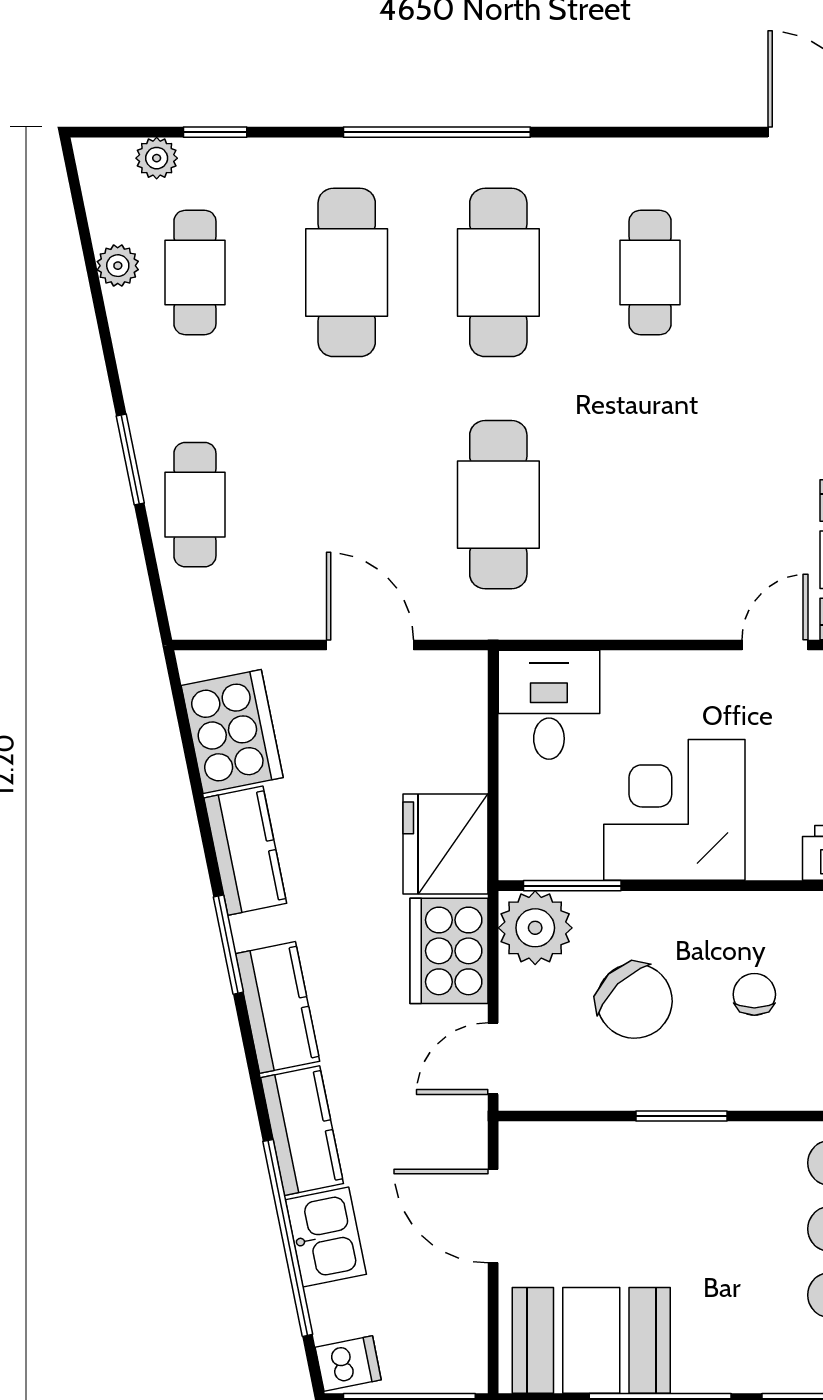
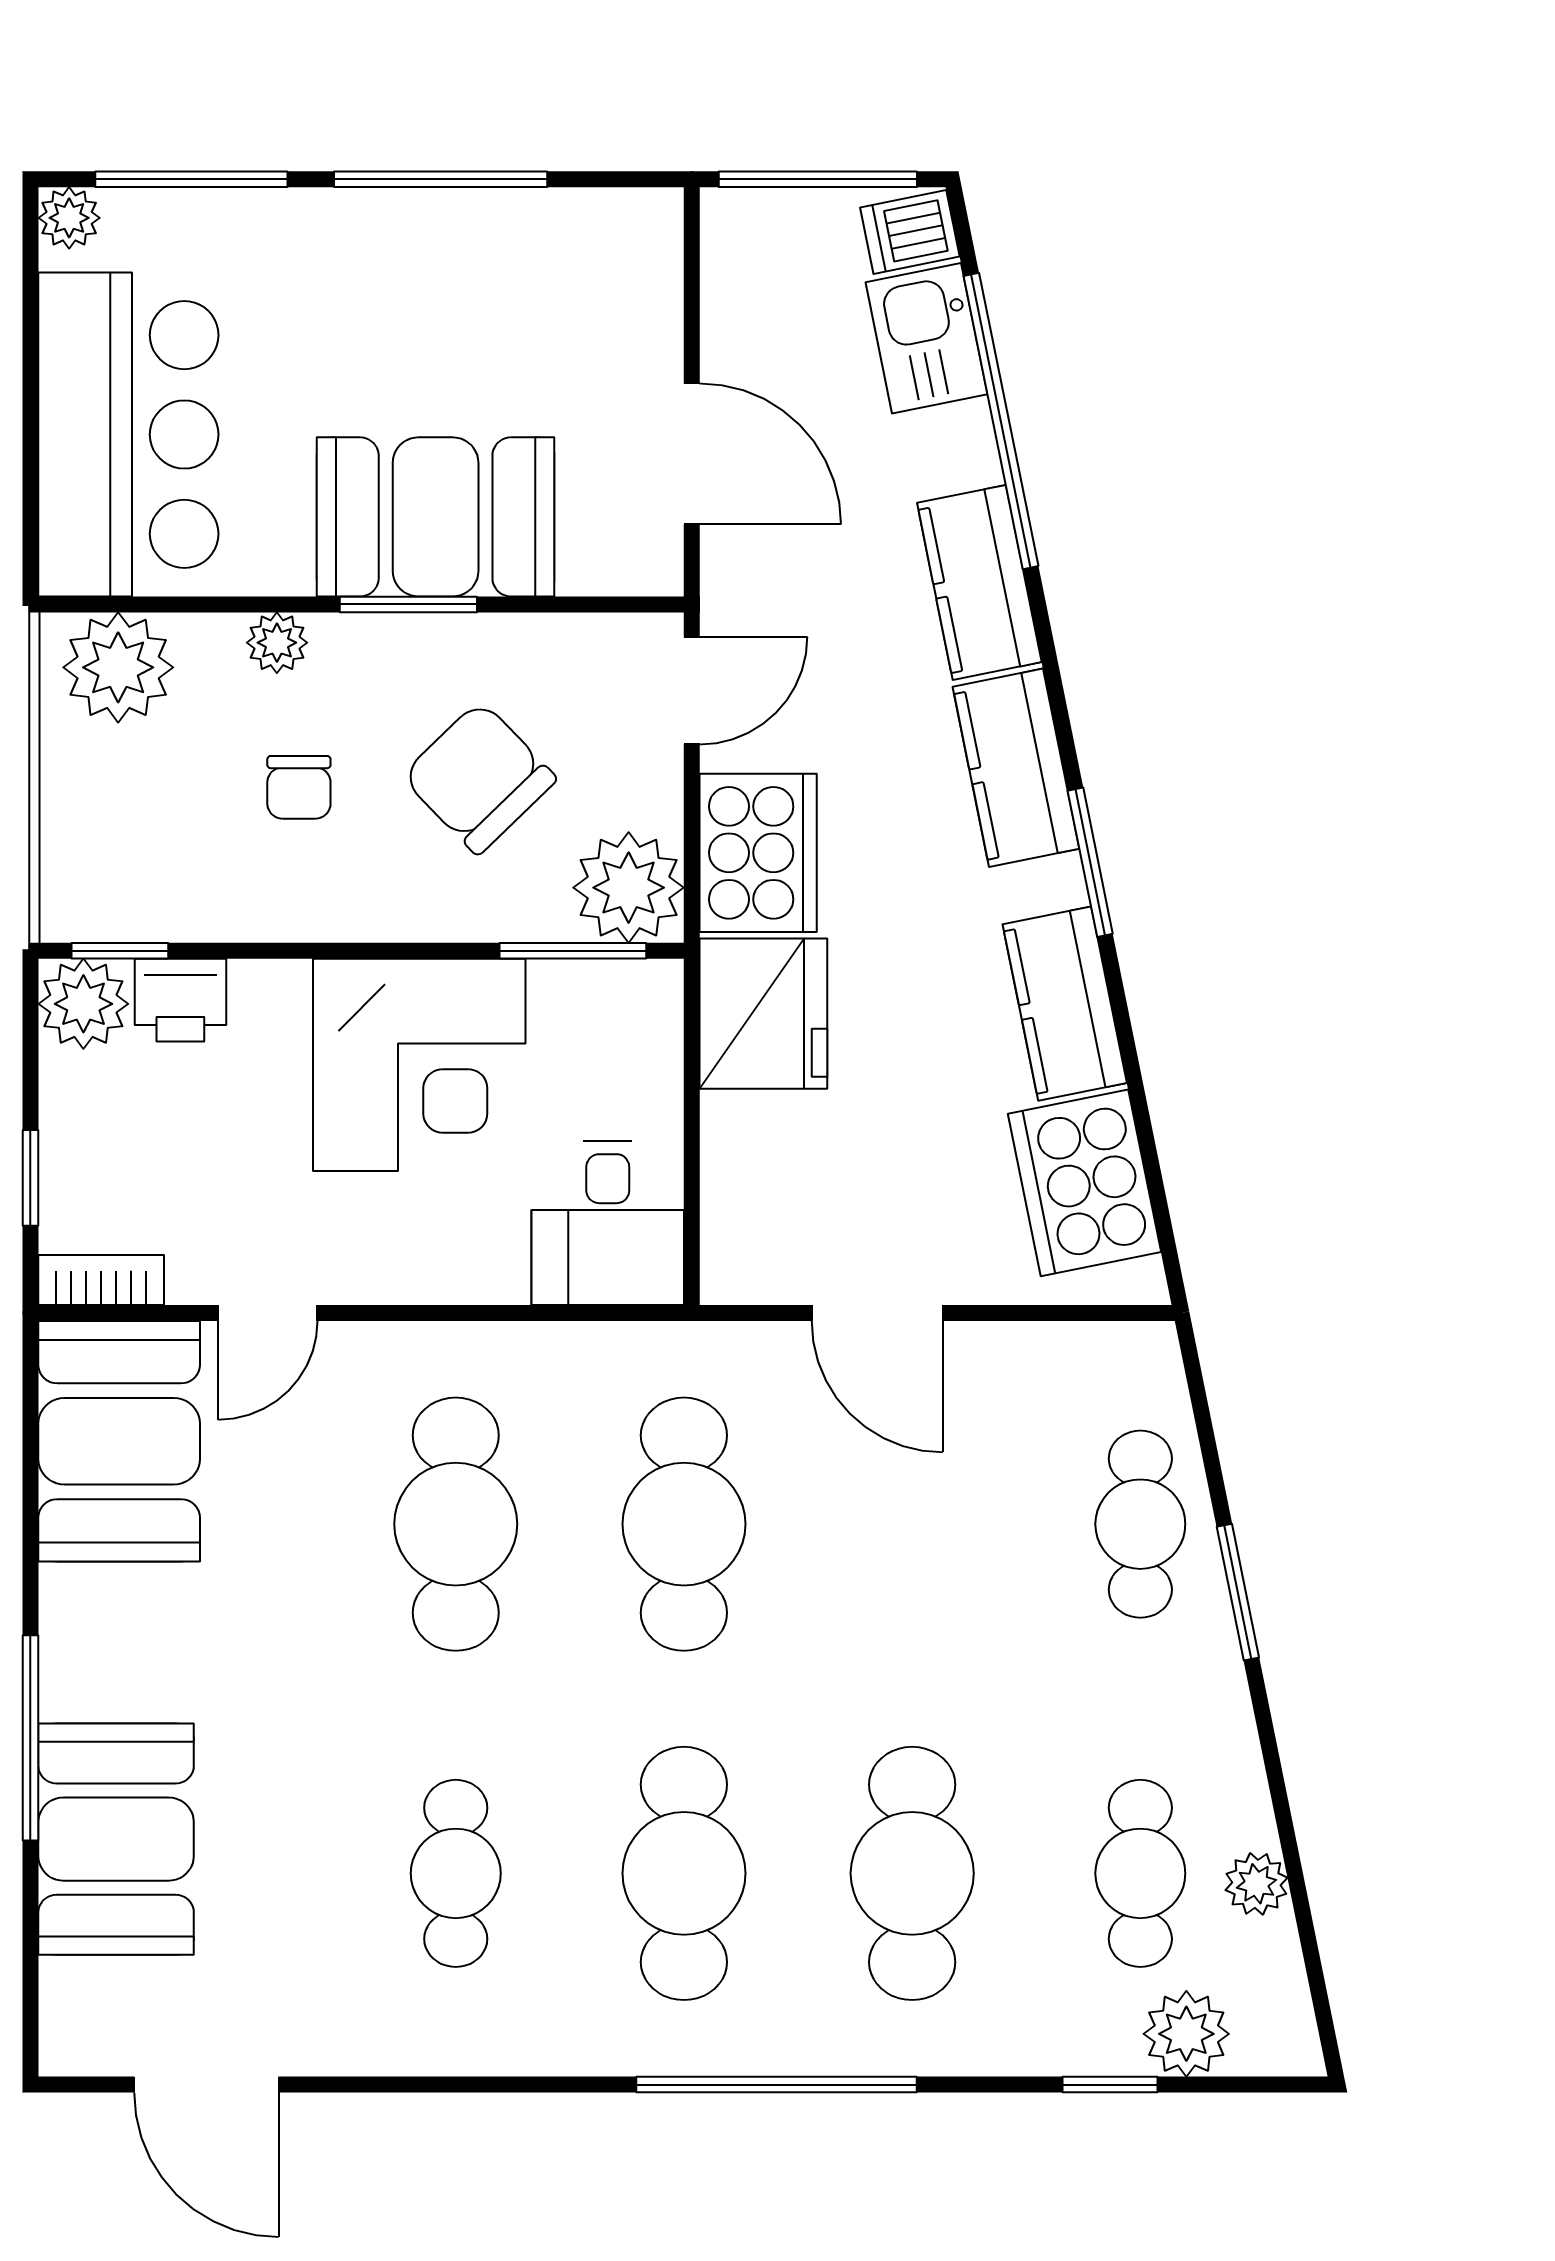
plant: (157, 158) -> (1186, 2034), width x1.38, depth x1.38
cafe table: (650, 505) -> (456, 1524), added
plant: (769, 1091) -> (277, 643), added
kitchen sink: (326, 1237) -> (927, 338), moved
booth: (591, 1340) -> (436, 517), moved

